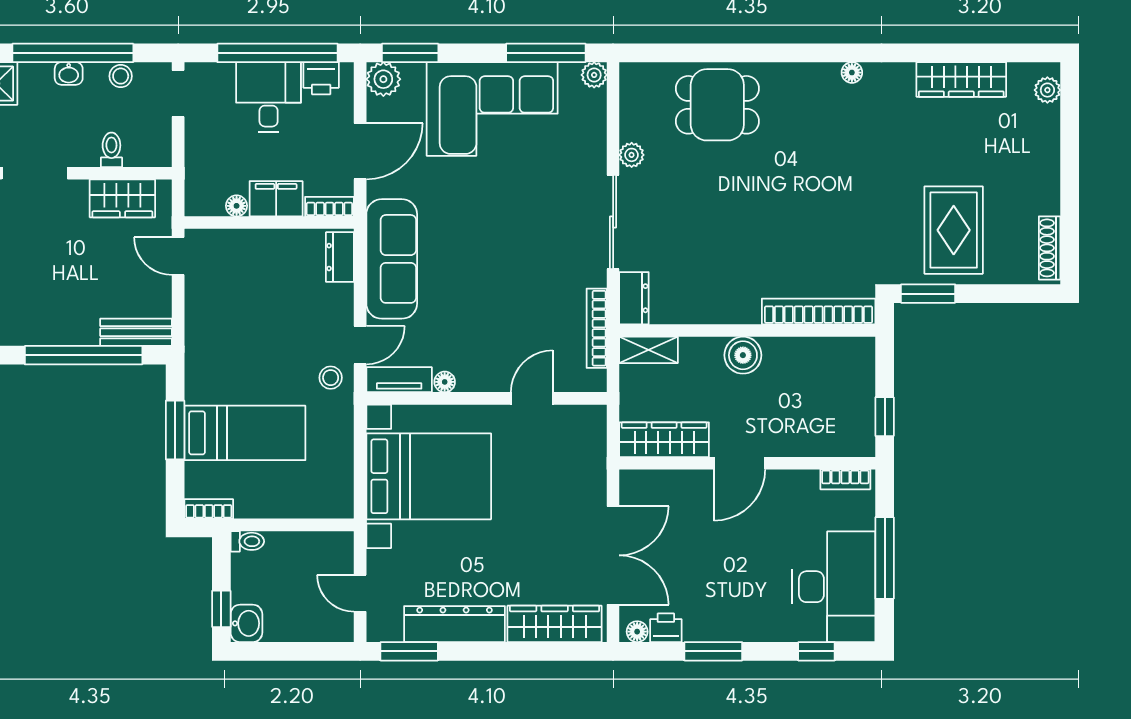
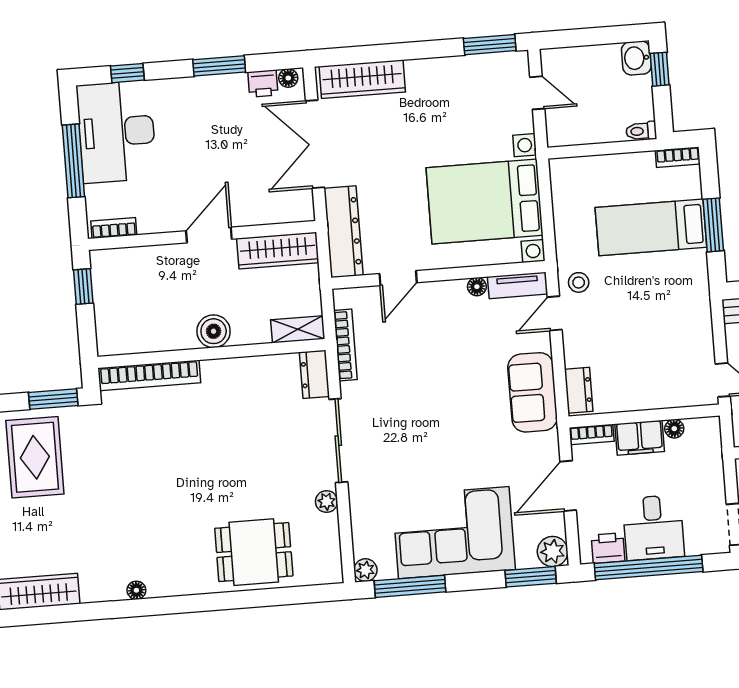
sofa: (392, 259) -> (533, 392), width x0.73
dresser: (455, 624) -> (343, 232), moved, turned -90

